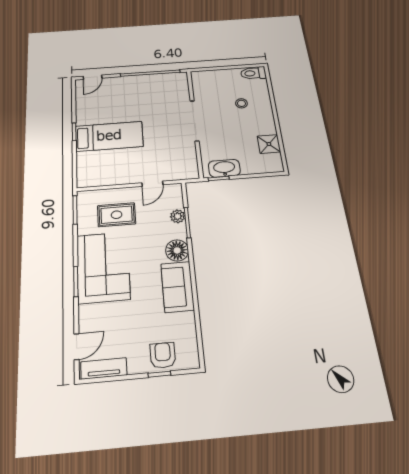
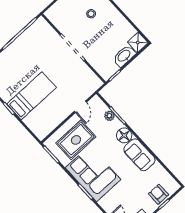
shower: (269, 144) -> (138, 42), moved
washbasin: (224, 168) -> (124, 56), moved
rug: (117, 215) -> (76, 140), width x1.36, depth x1.43

